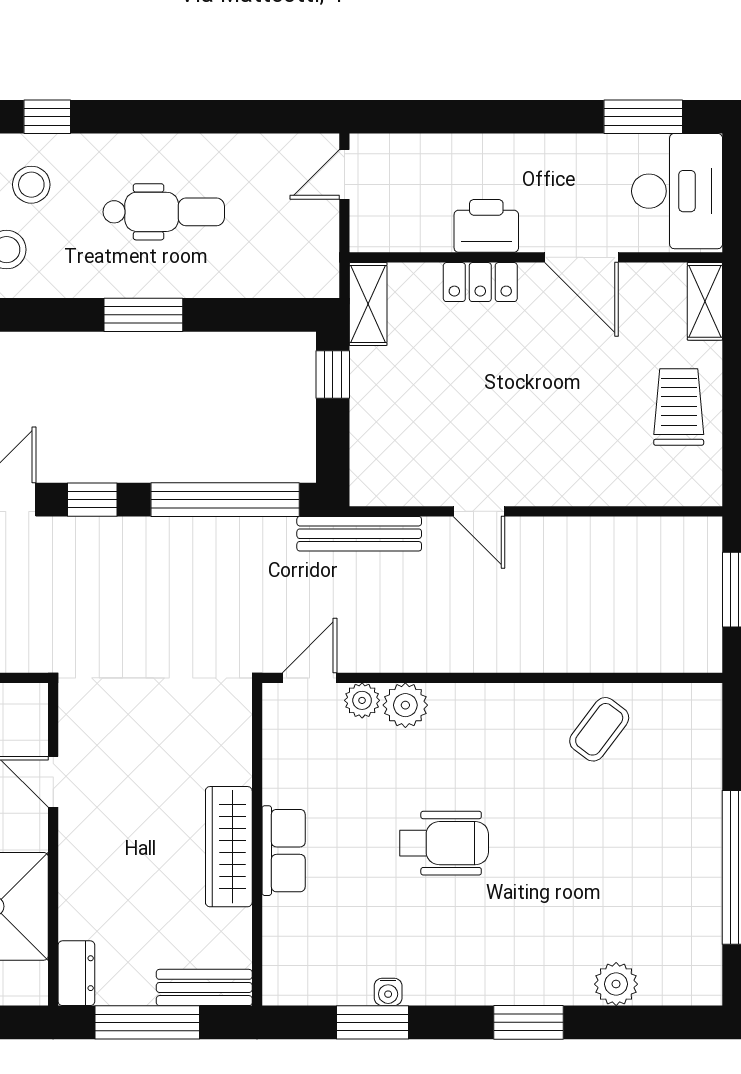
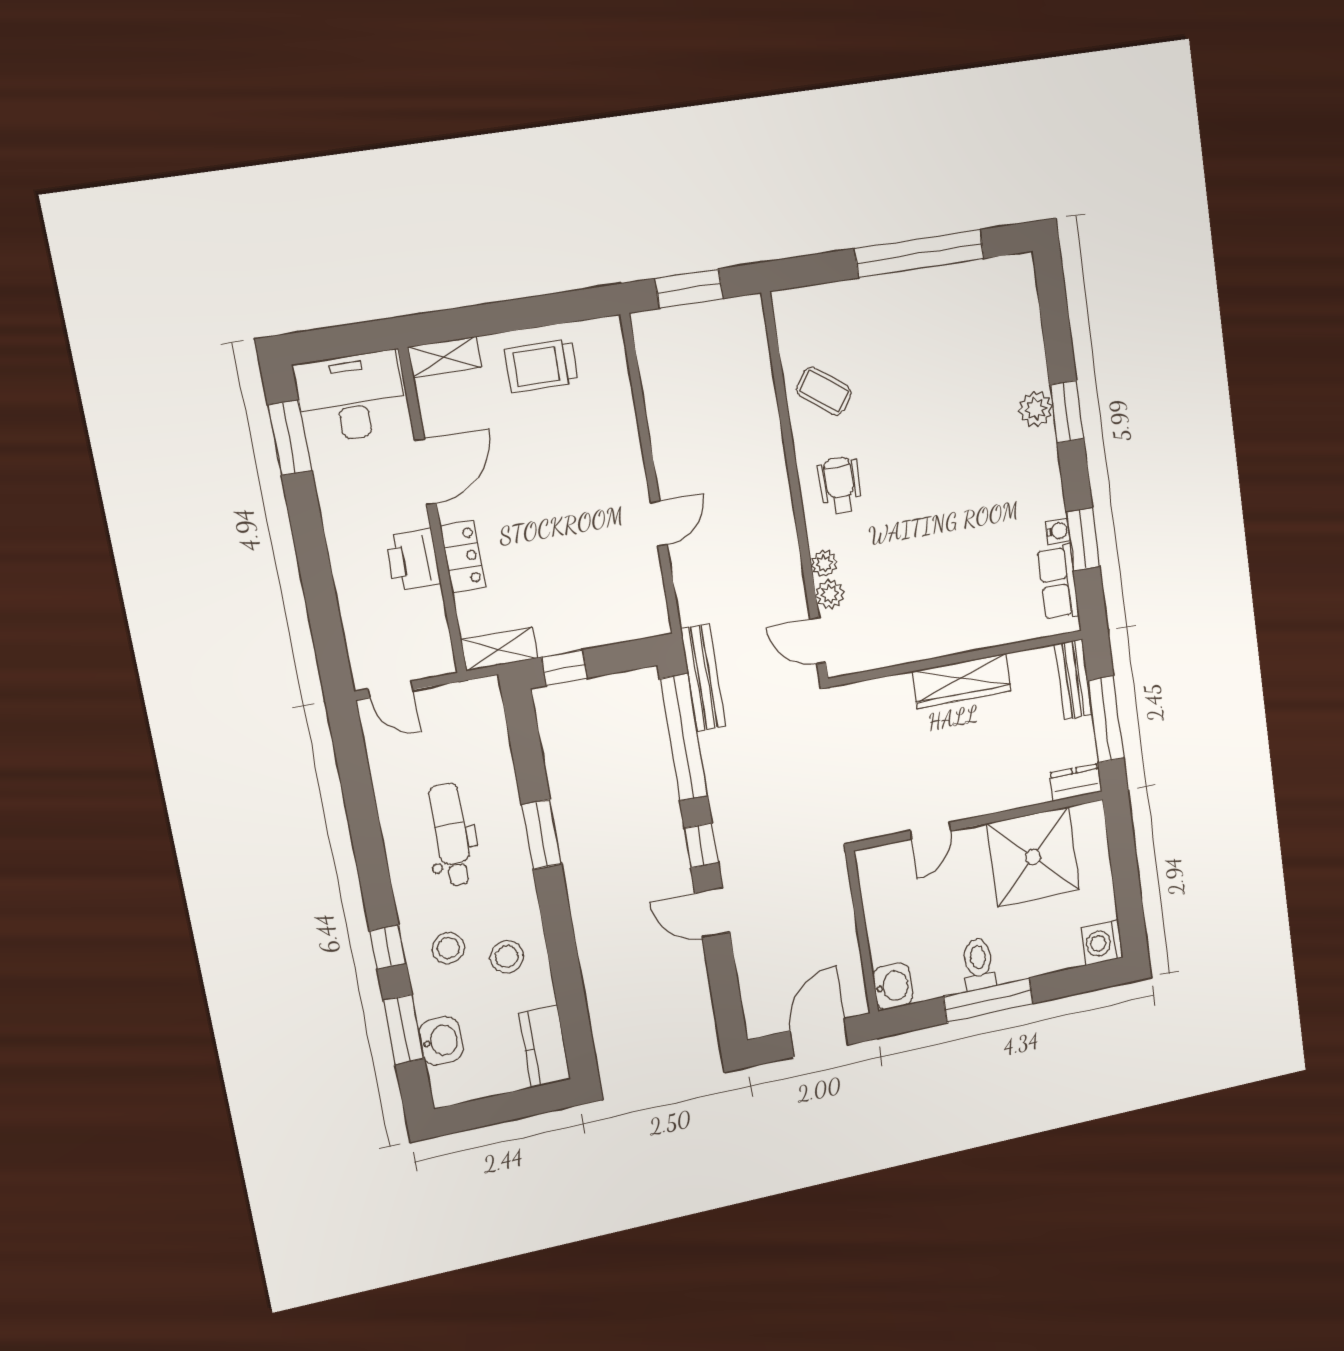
bench: (359, 534) -> (703, 678), moved
plant: (405, 705) -> (824, 564), width x0.73, depth x0.73
wheelchair: (444, 843) -> (840, 485), moved, width x0.73, depth x0.73
row of seats: (284, 851) -> (1058, 582), moved, turned -90
plant: (616, 984) -> (1036, 409), moved

